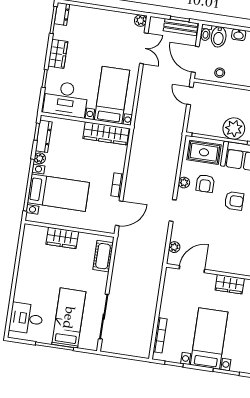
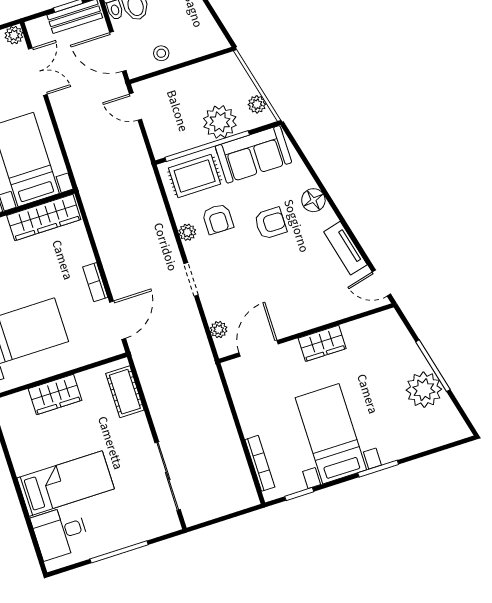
bed: (69, 318) -> (66, 483), moved, turned 90

